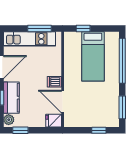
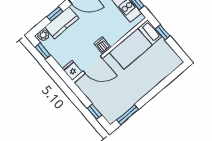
bed: (93, 56) -> (136, 44), moved
window: (122, 61) -> (164, 84), removed
door: (63, 102) -> (93, 65), swing flipped

